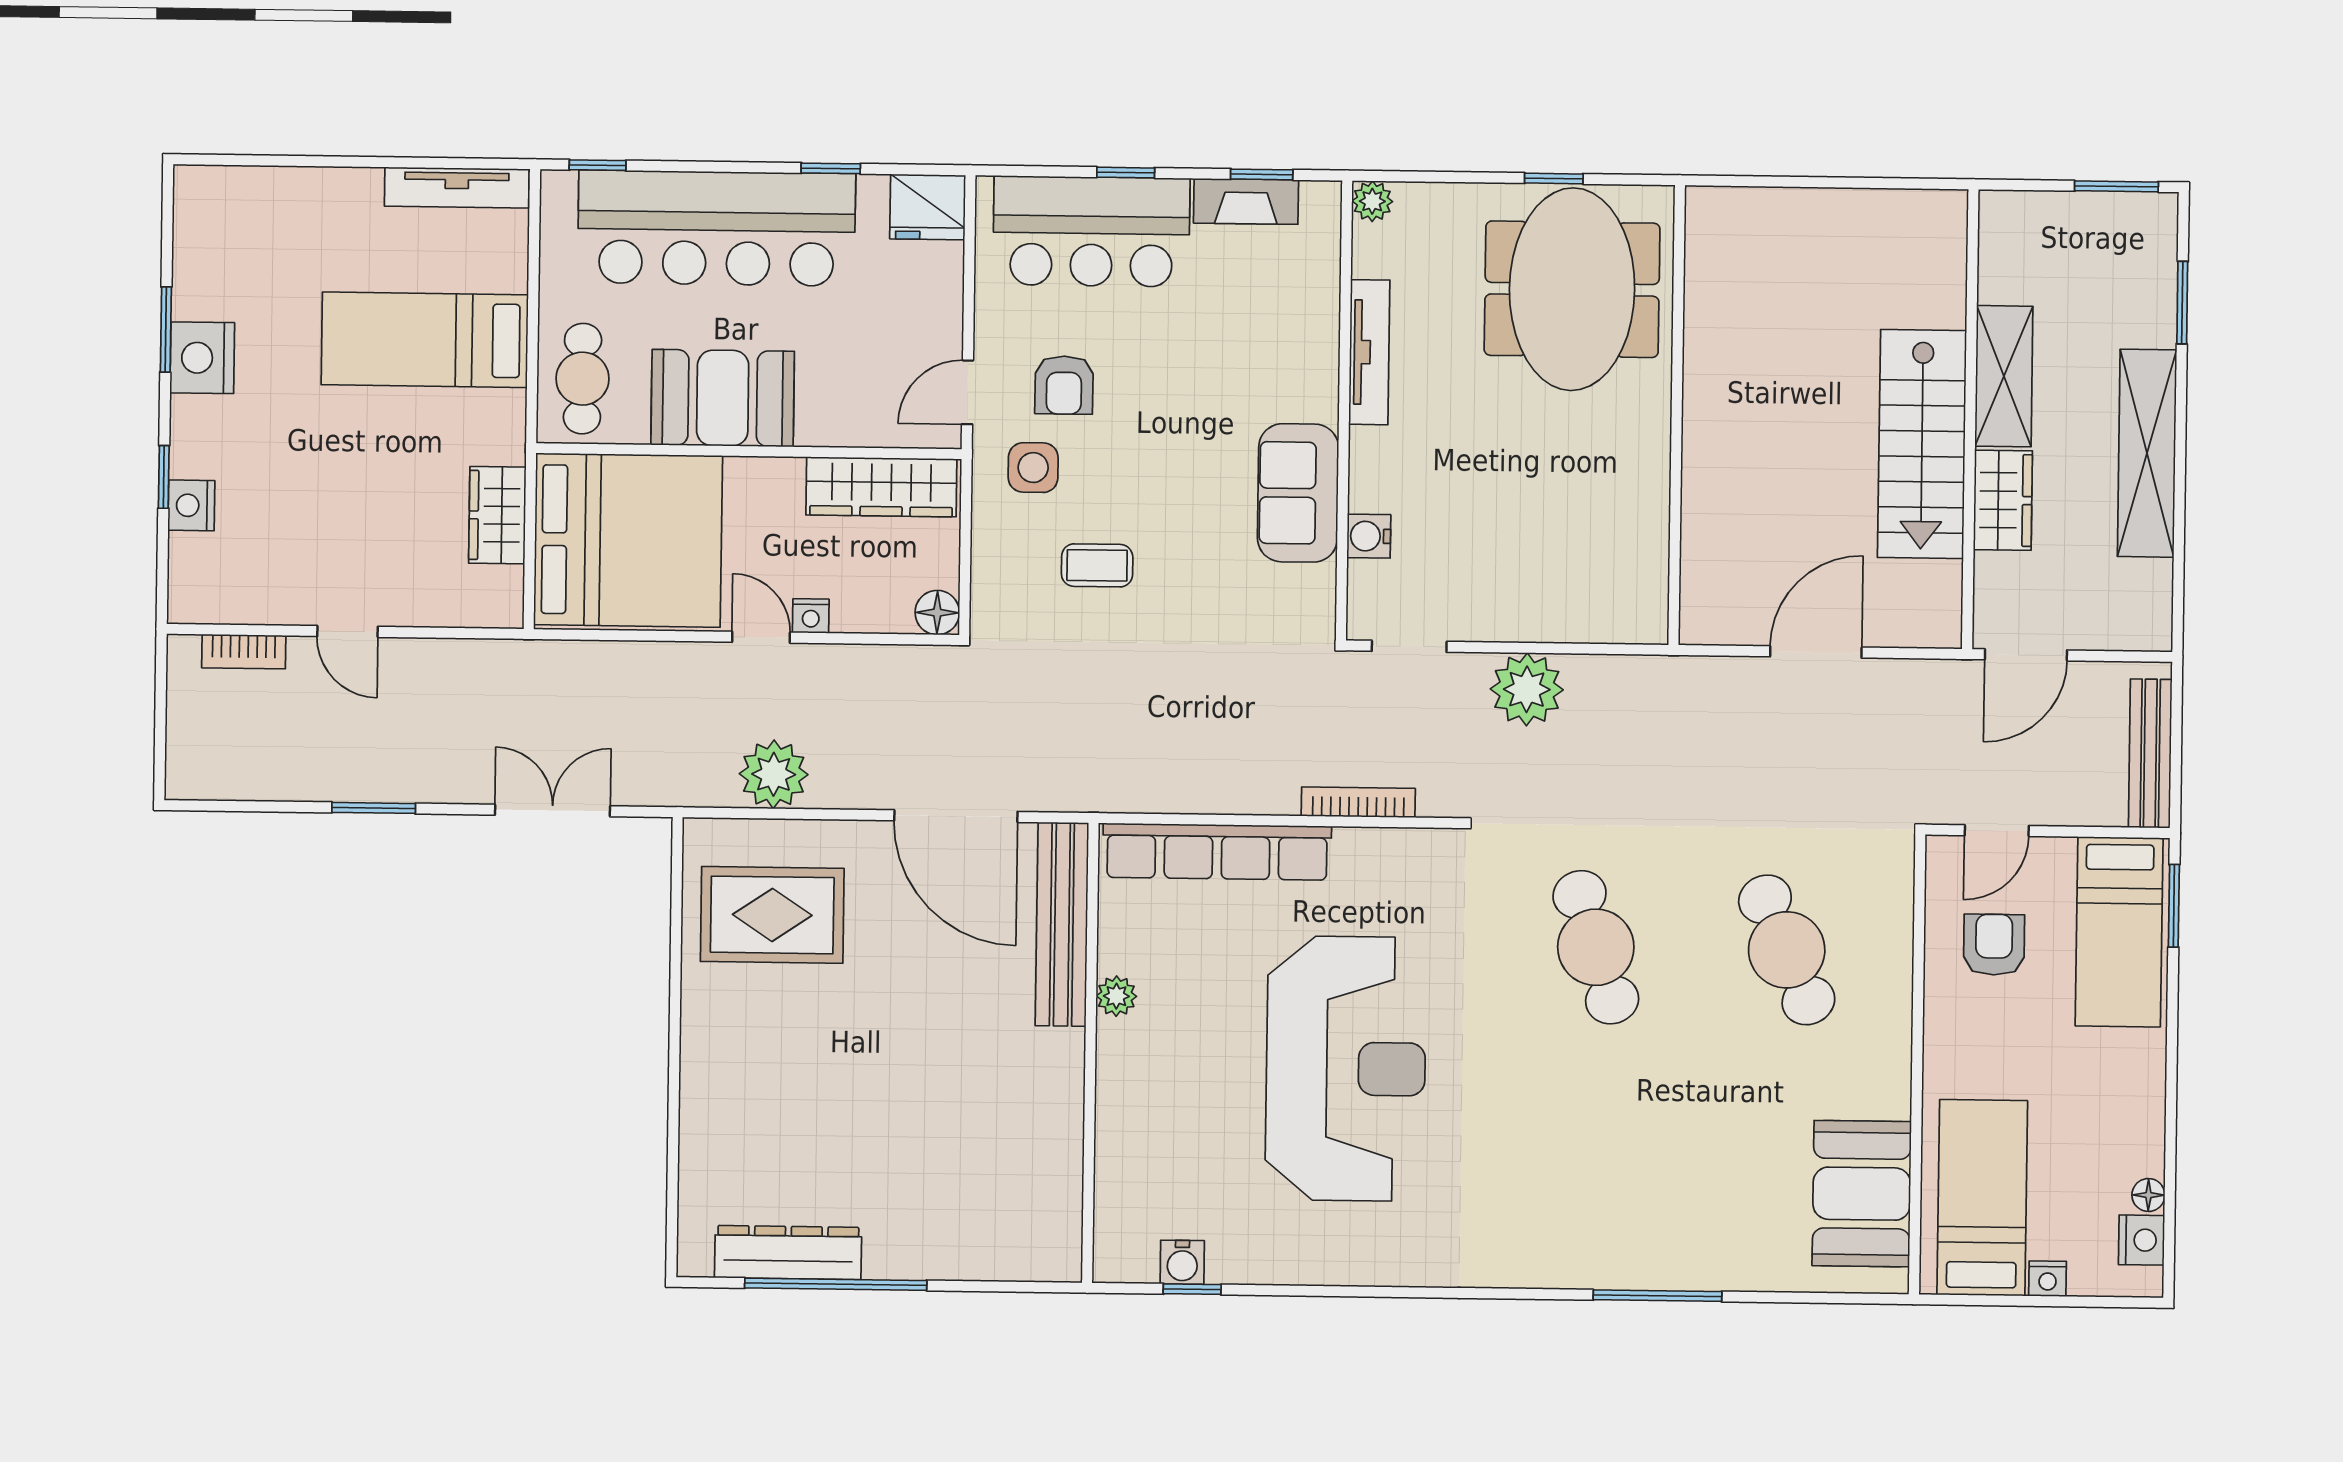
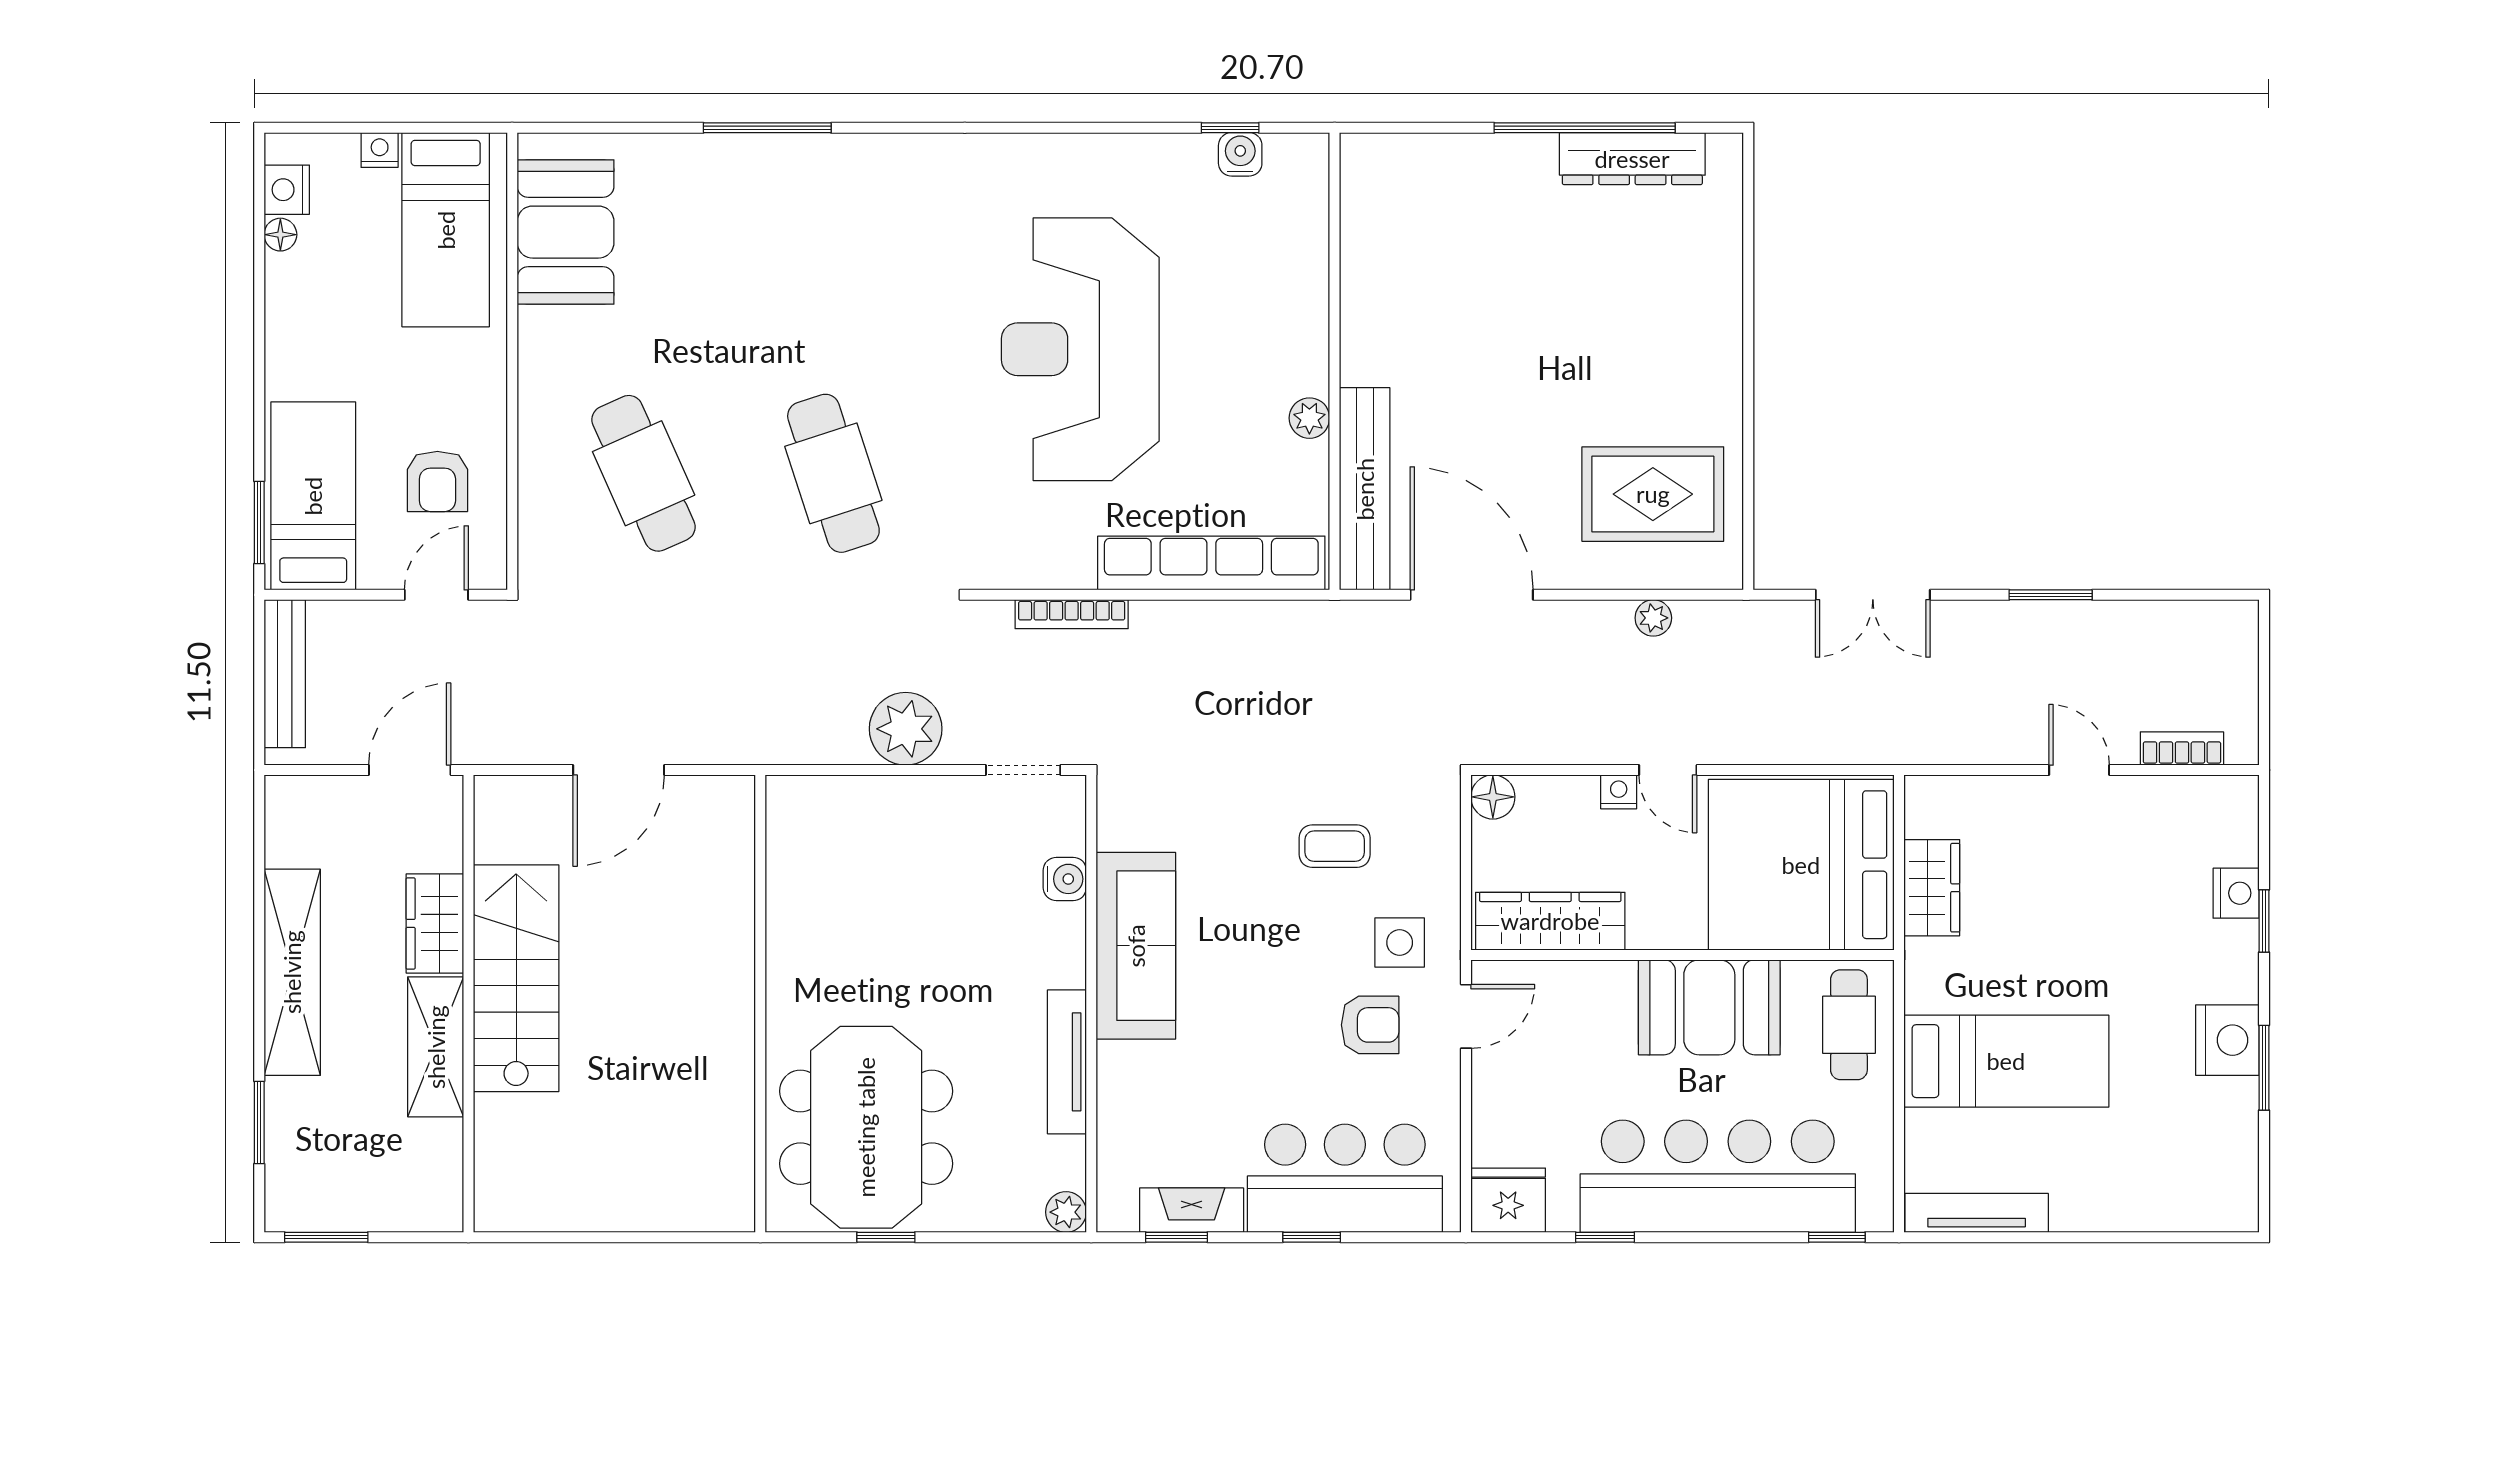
armchair: (1064, 385) -> (1370, 1025), turned 90
sofa: (1298, 493) -> (1136, 946), width x1.36
plant: (774, 774) -> (1653, 618), width x0.53, depth x0.53

